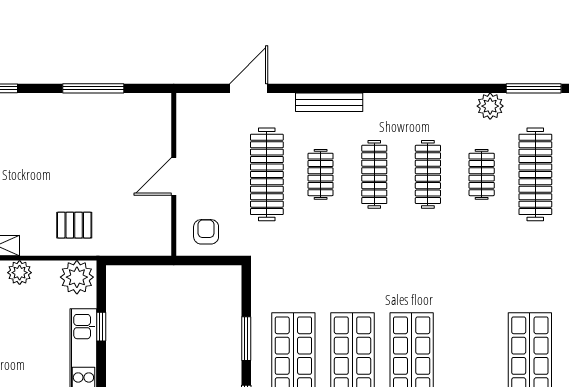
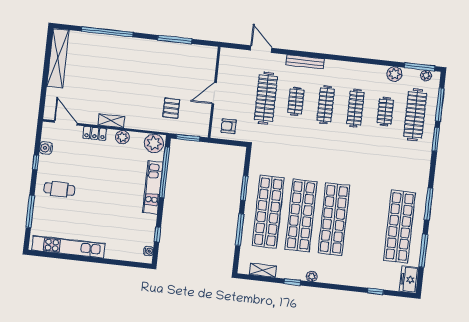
door: (249, 88) -> (261, 49), hinge flipped
plant: (547, 102) -> (426, 75), added
pallet: (74, 225) -> (171, 108), moved, turned 90
armchair: (206, 232) -> (229, 126), turned -90
window: (136, 260) -> (188, 138), added
window: (101, 327) -> (164, 172), width x3.17

